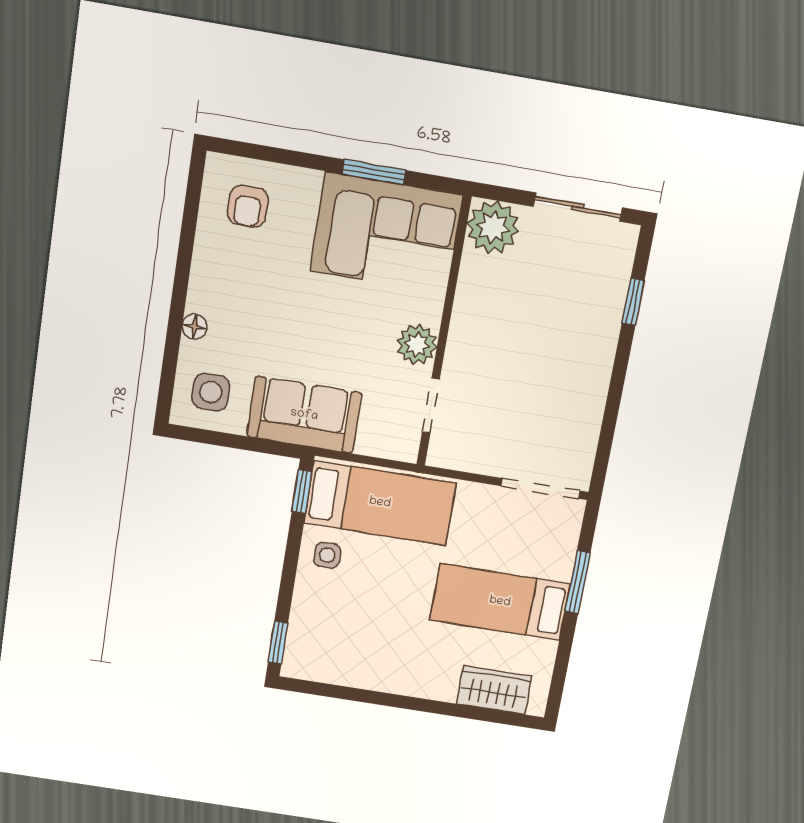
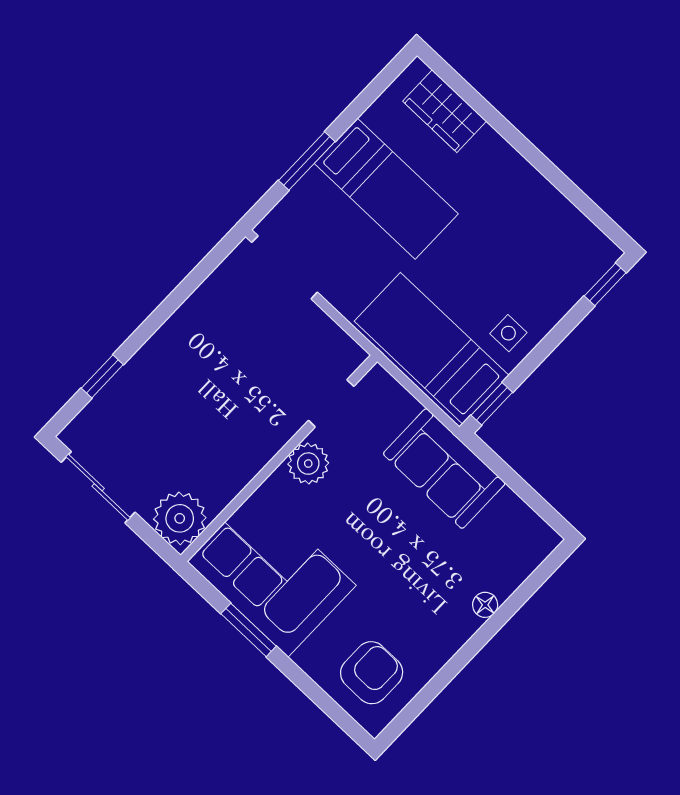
armchair: (248, 206) -> (372, 673), width x1.38, depth x1.38
side table: (211, 392) -> (510, 541), removed

